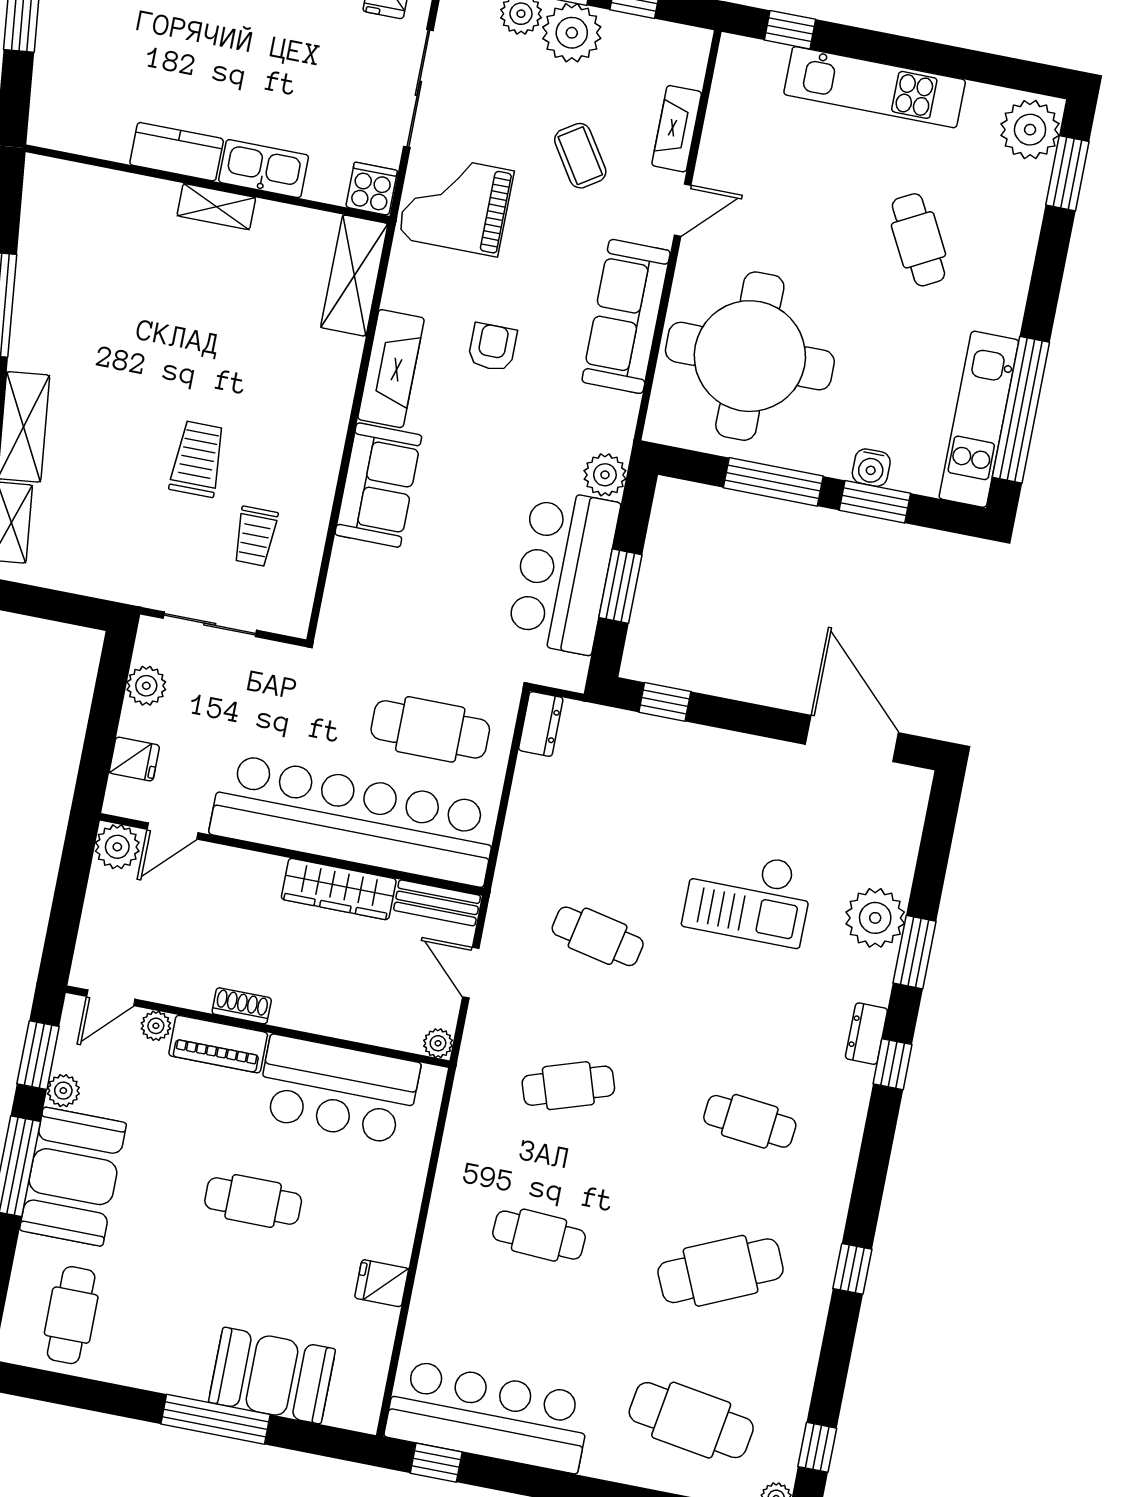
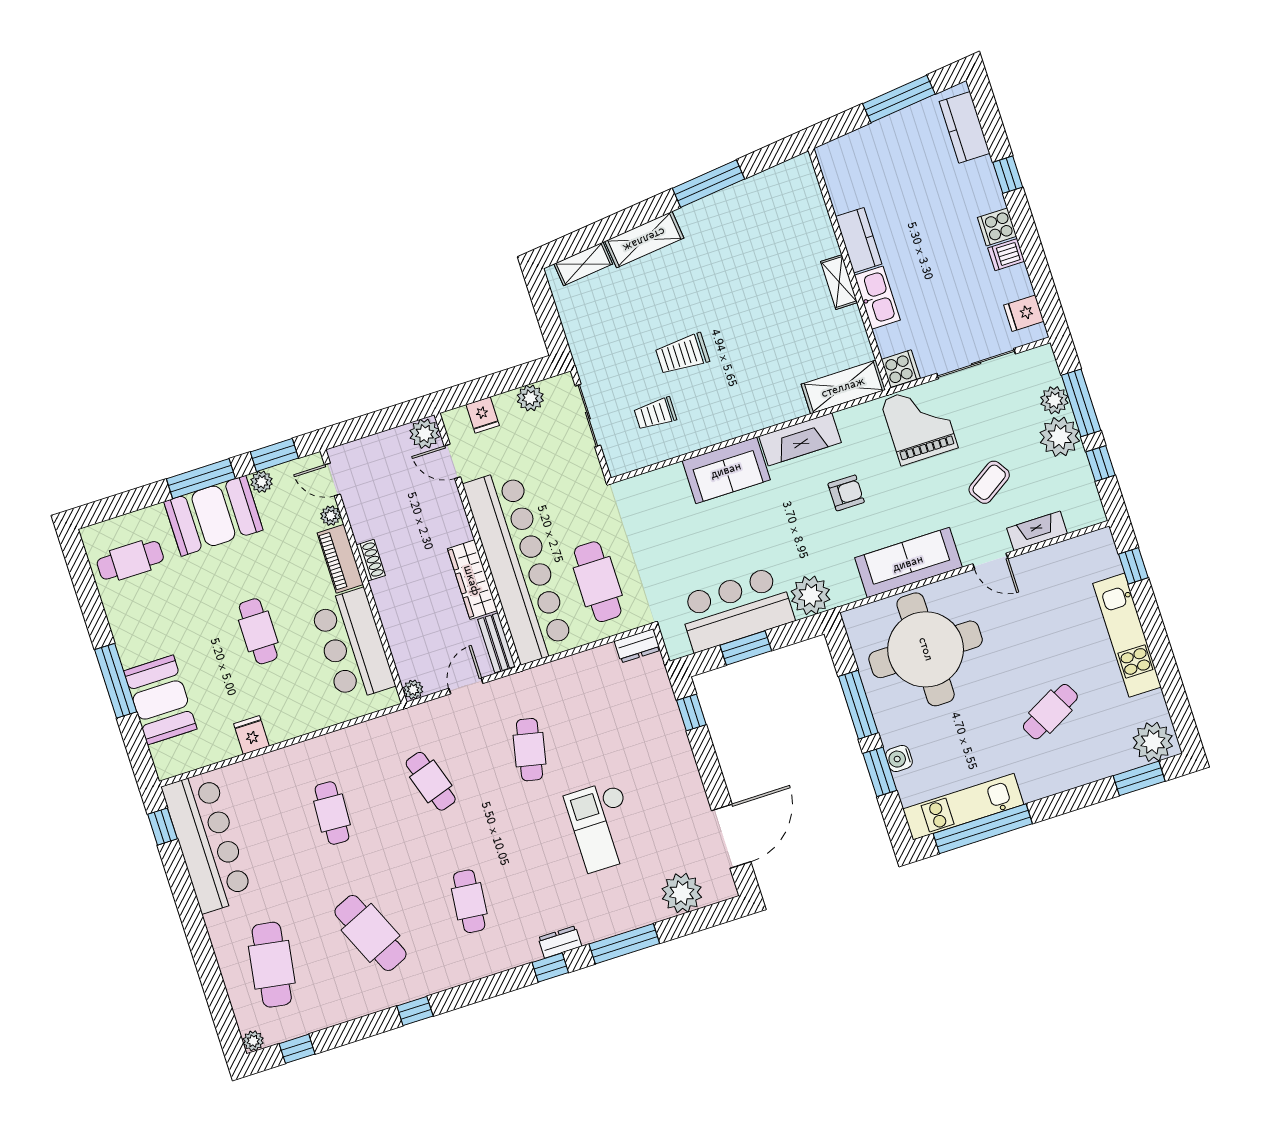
trolley: (198, 459) -> (682, 354), turned 180
plant: (605, 475) -> (810, 595), width x1.36, depth x1.36
plant: (875, 918) -> (682, 893), moved
window: (914, 952) -> (624, 944), width x1.44

